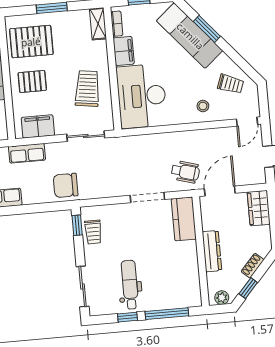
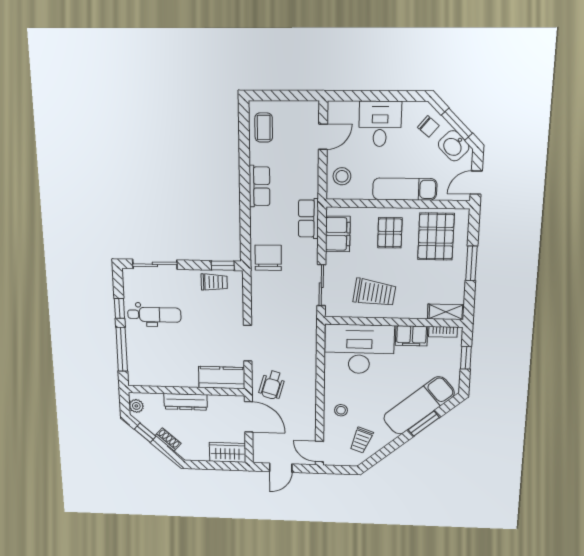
trolley: (93, 232) -> (214, 282), turned 180

